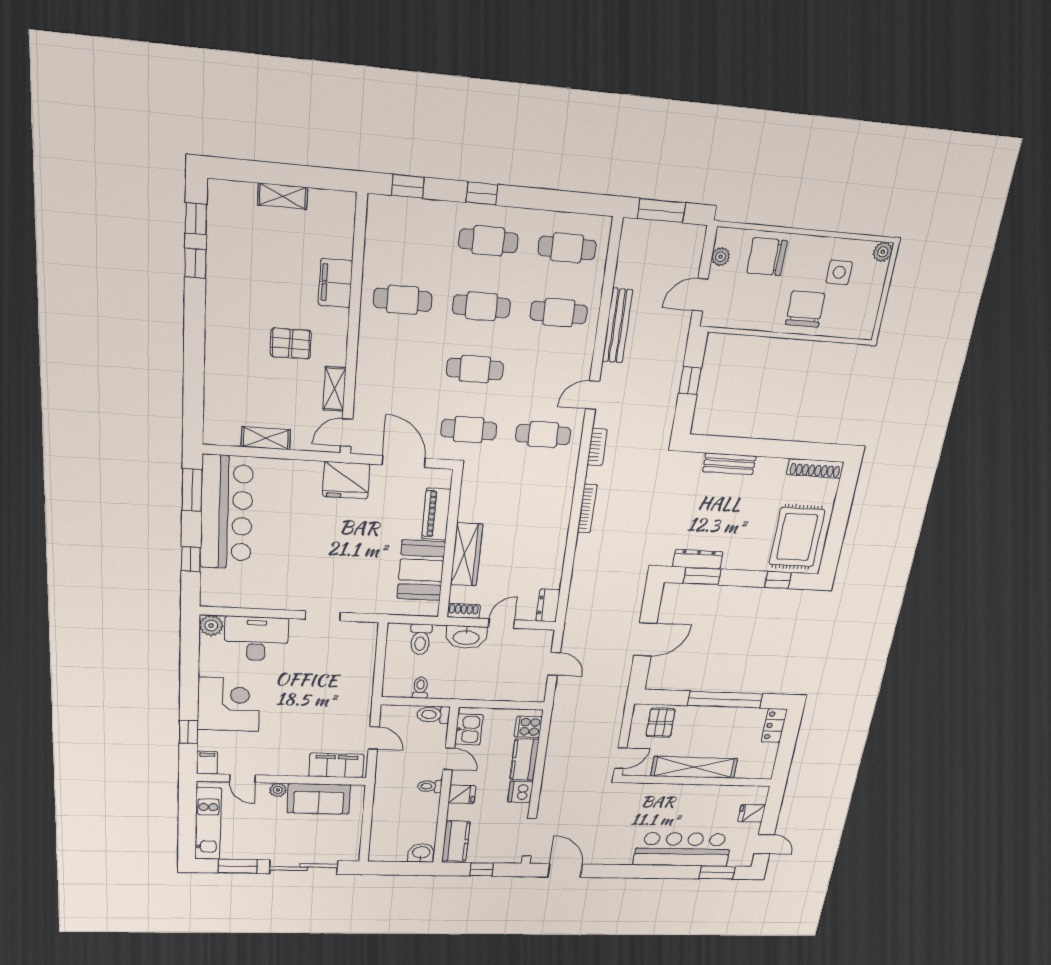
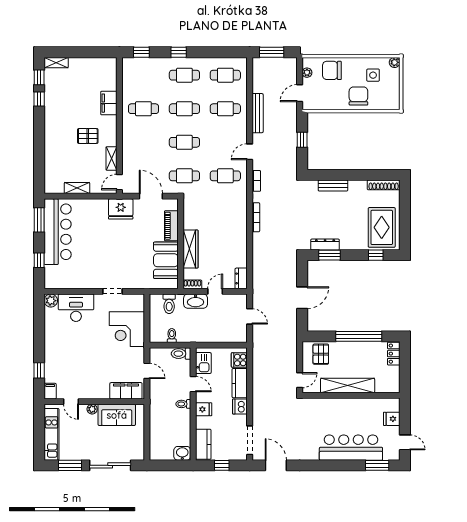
shelving: (283, 196) -> (56, 63), moved
corner desk: (229, 704) -> (127, 329), moved, turned 180

